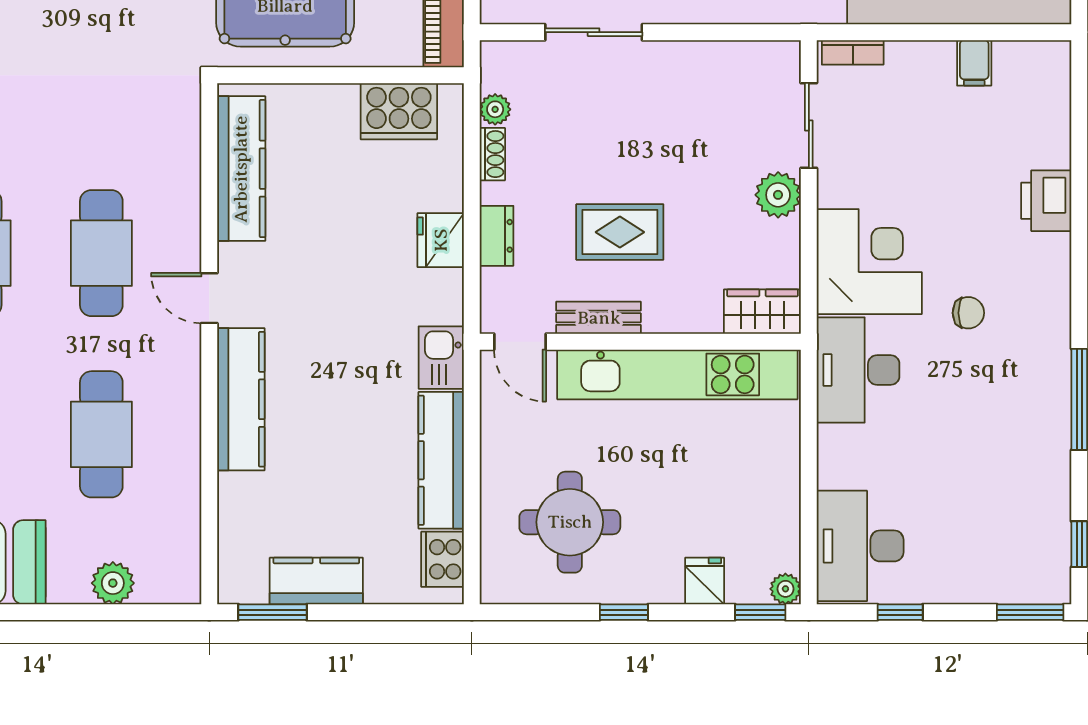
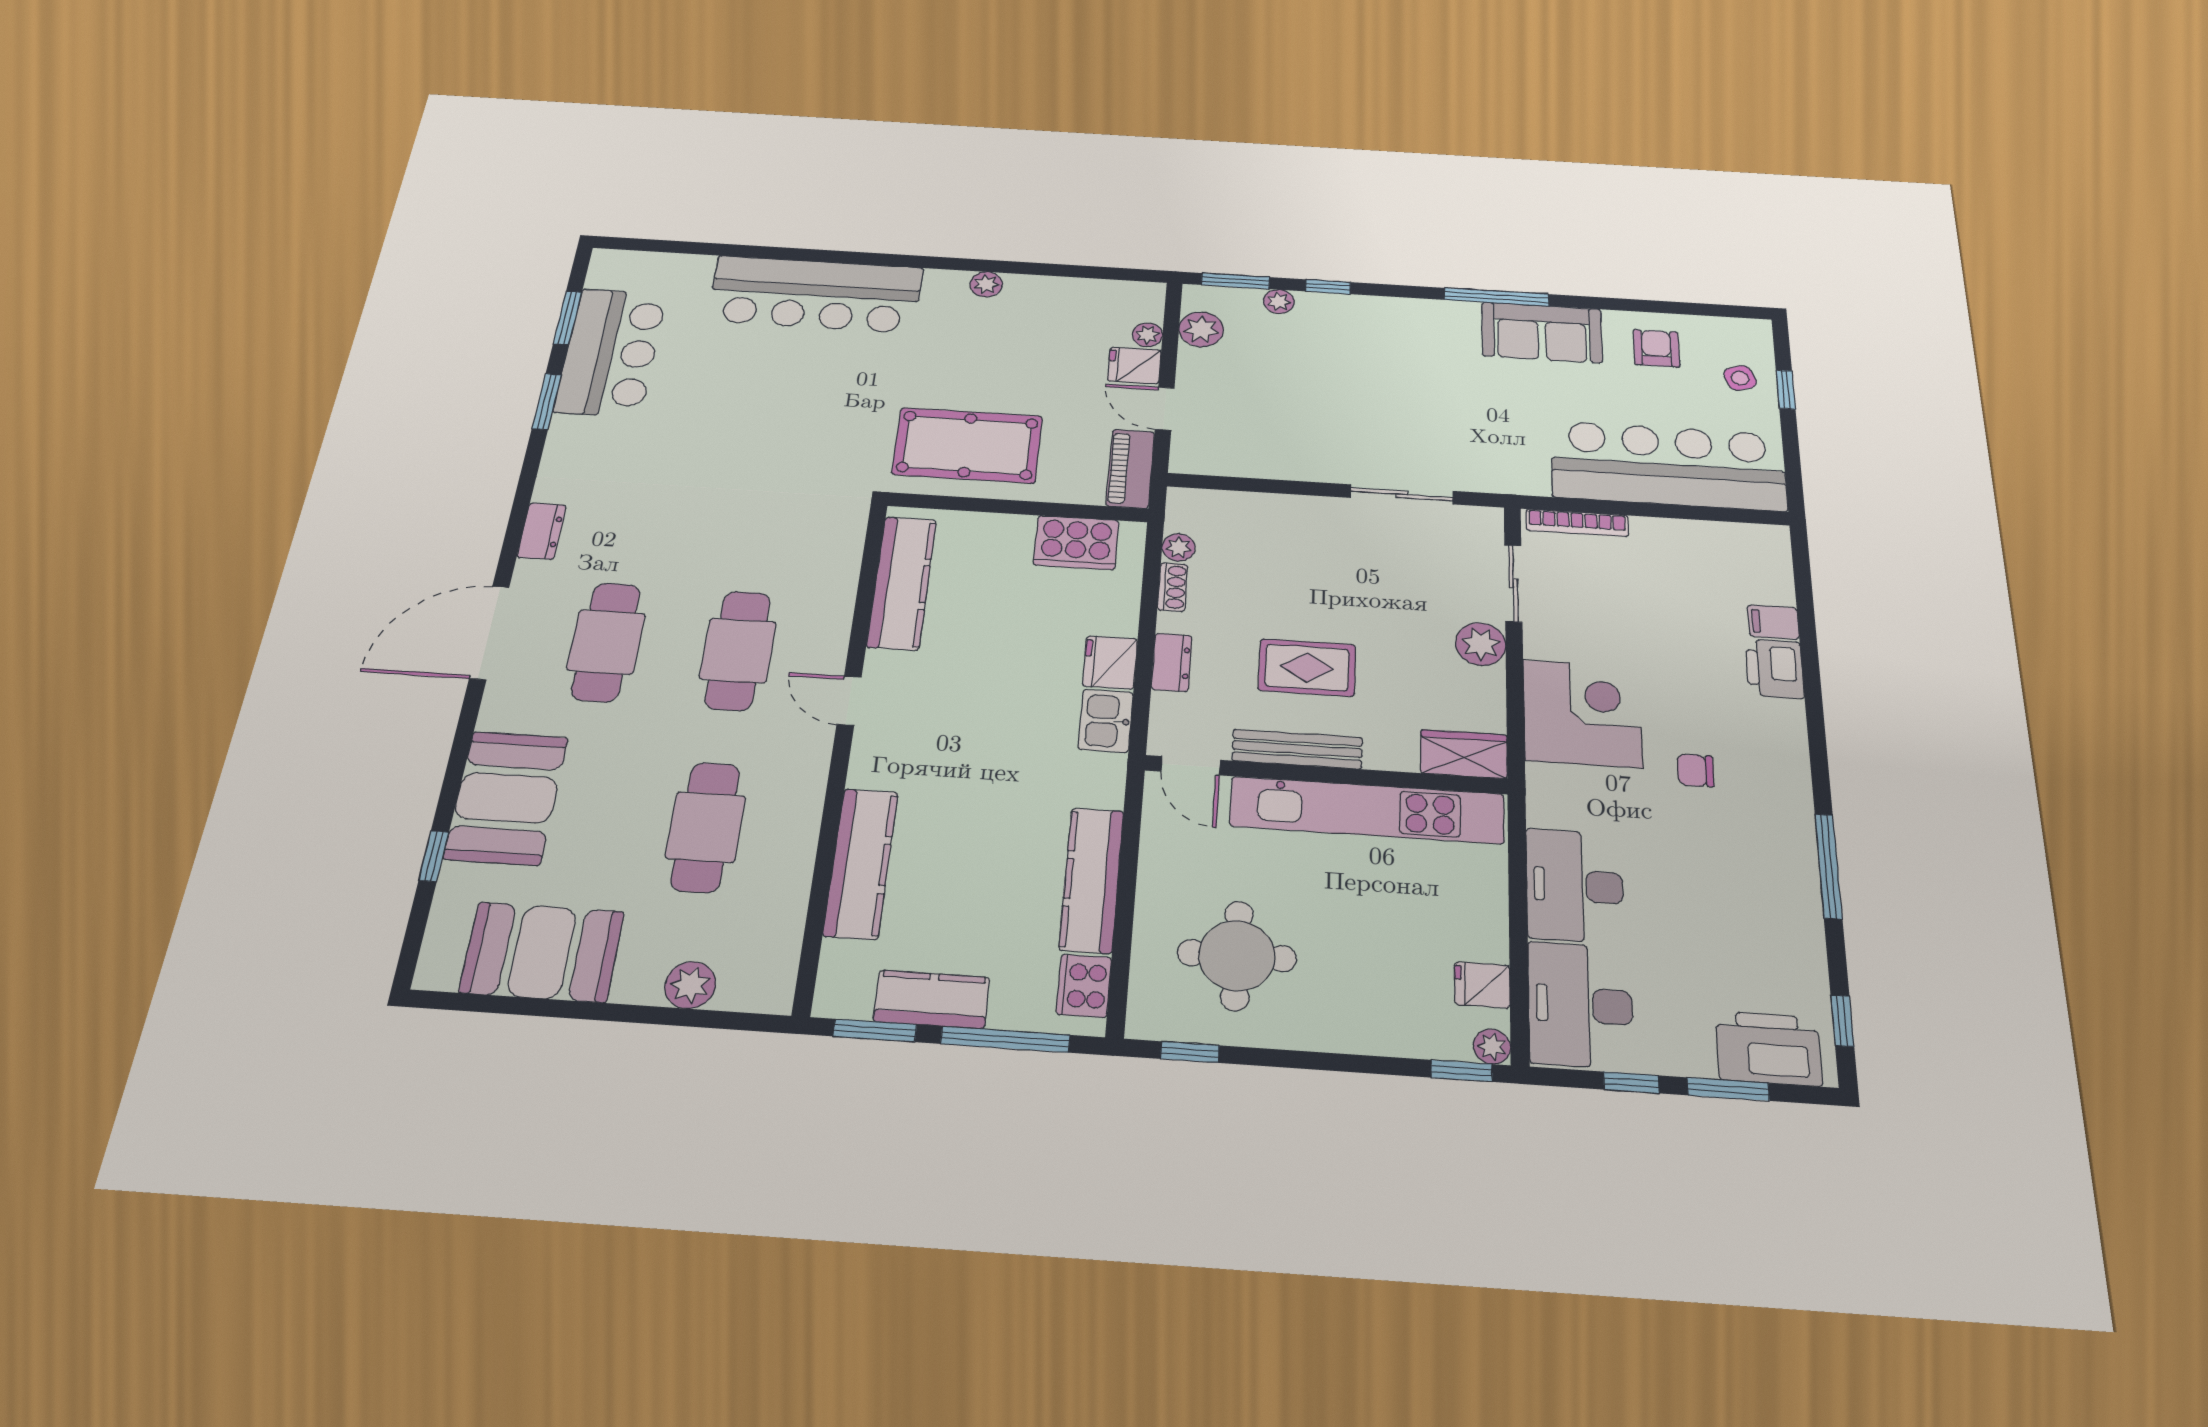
sliding door: (594, 32) -> (1402, 494), moved
bookcase: (853, 52) -> (1577, 523), width x1.56
filing cabinet: (974, 63) -> (1773, 622), moved, turned 90
chair: (968, 313) -> (1695, 770), turned 180
bench: (599, 318) -> (1297, 749), width x1.36
kitchen sink: (441, 358) -> (1106, 721), moved
desk: (858, 370) -> (1575, 886), moved
kitchen counter: (241, 399) -> (861, 863), moved
printer: (1016, 574) -> (1769, 1049), added
fridge: (705, 581) -> (1482, 985), moved, turned -90
window: (381, 612) -> (1005, 1039), added
window: (624, 612) -> (1190, 1052), moved
window: (1030, 612) -> (1728, 1089), moved

